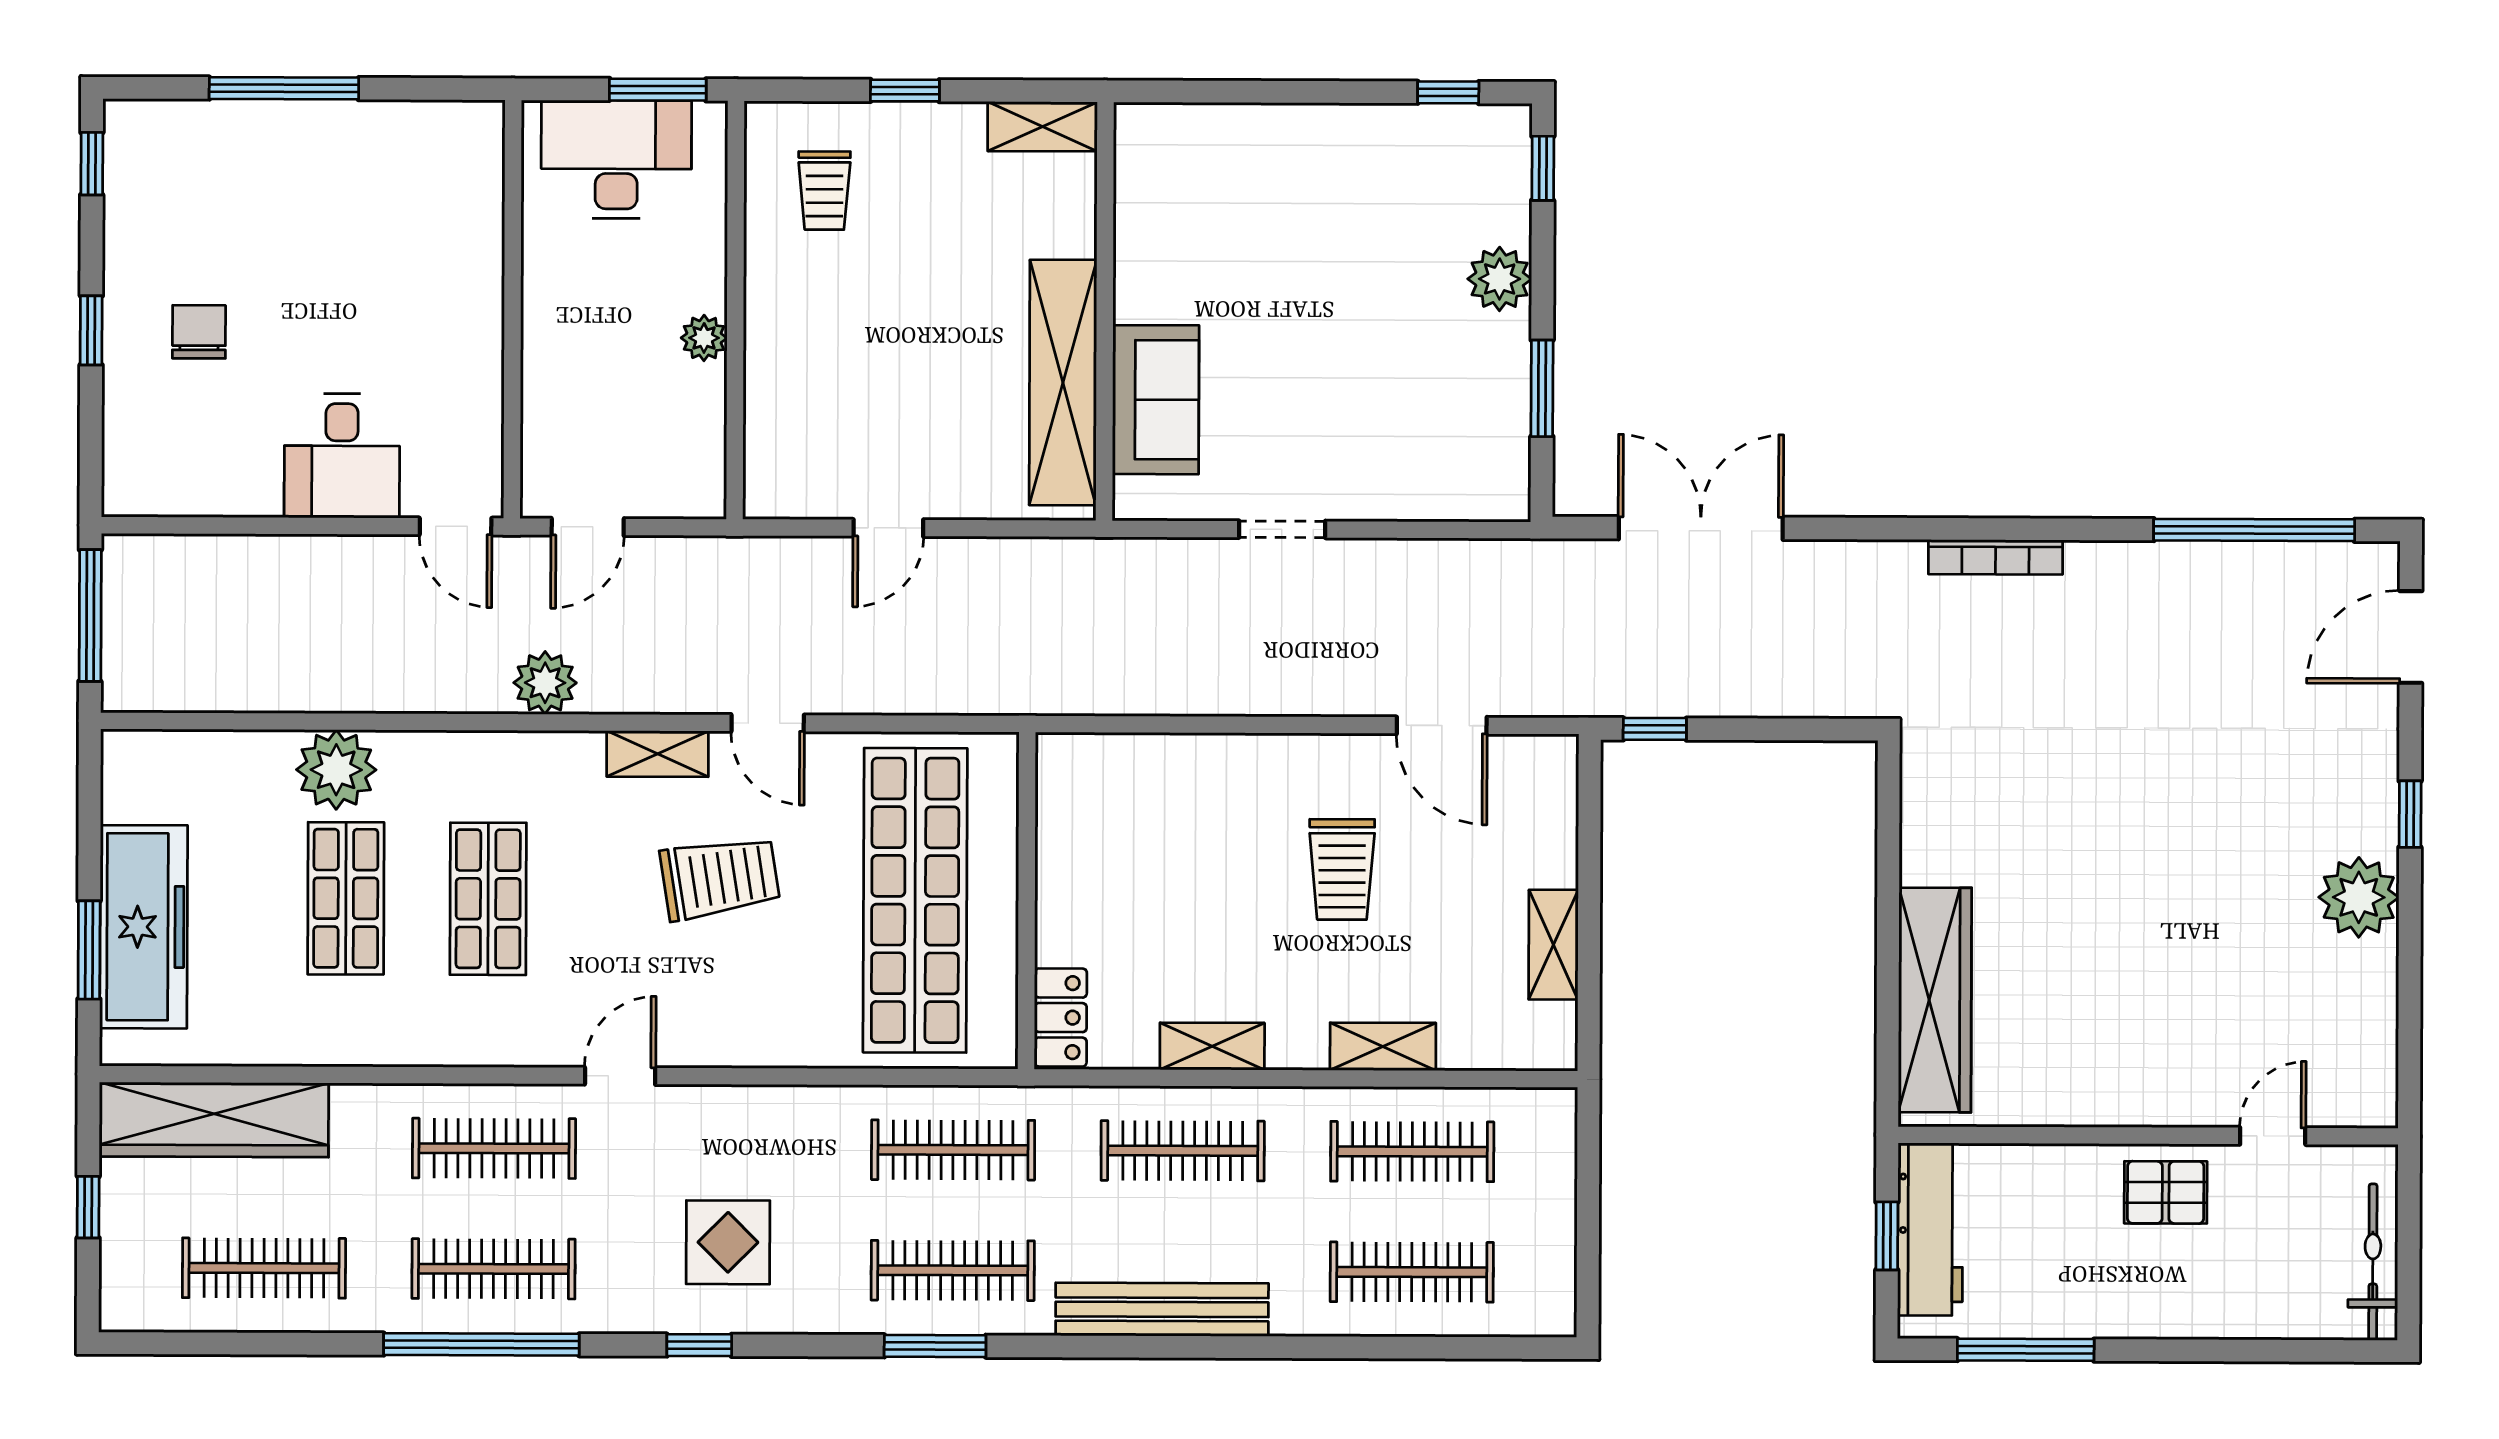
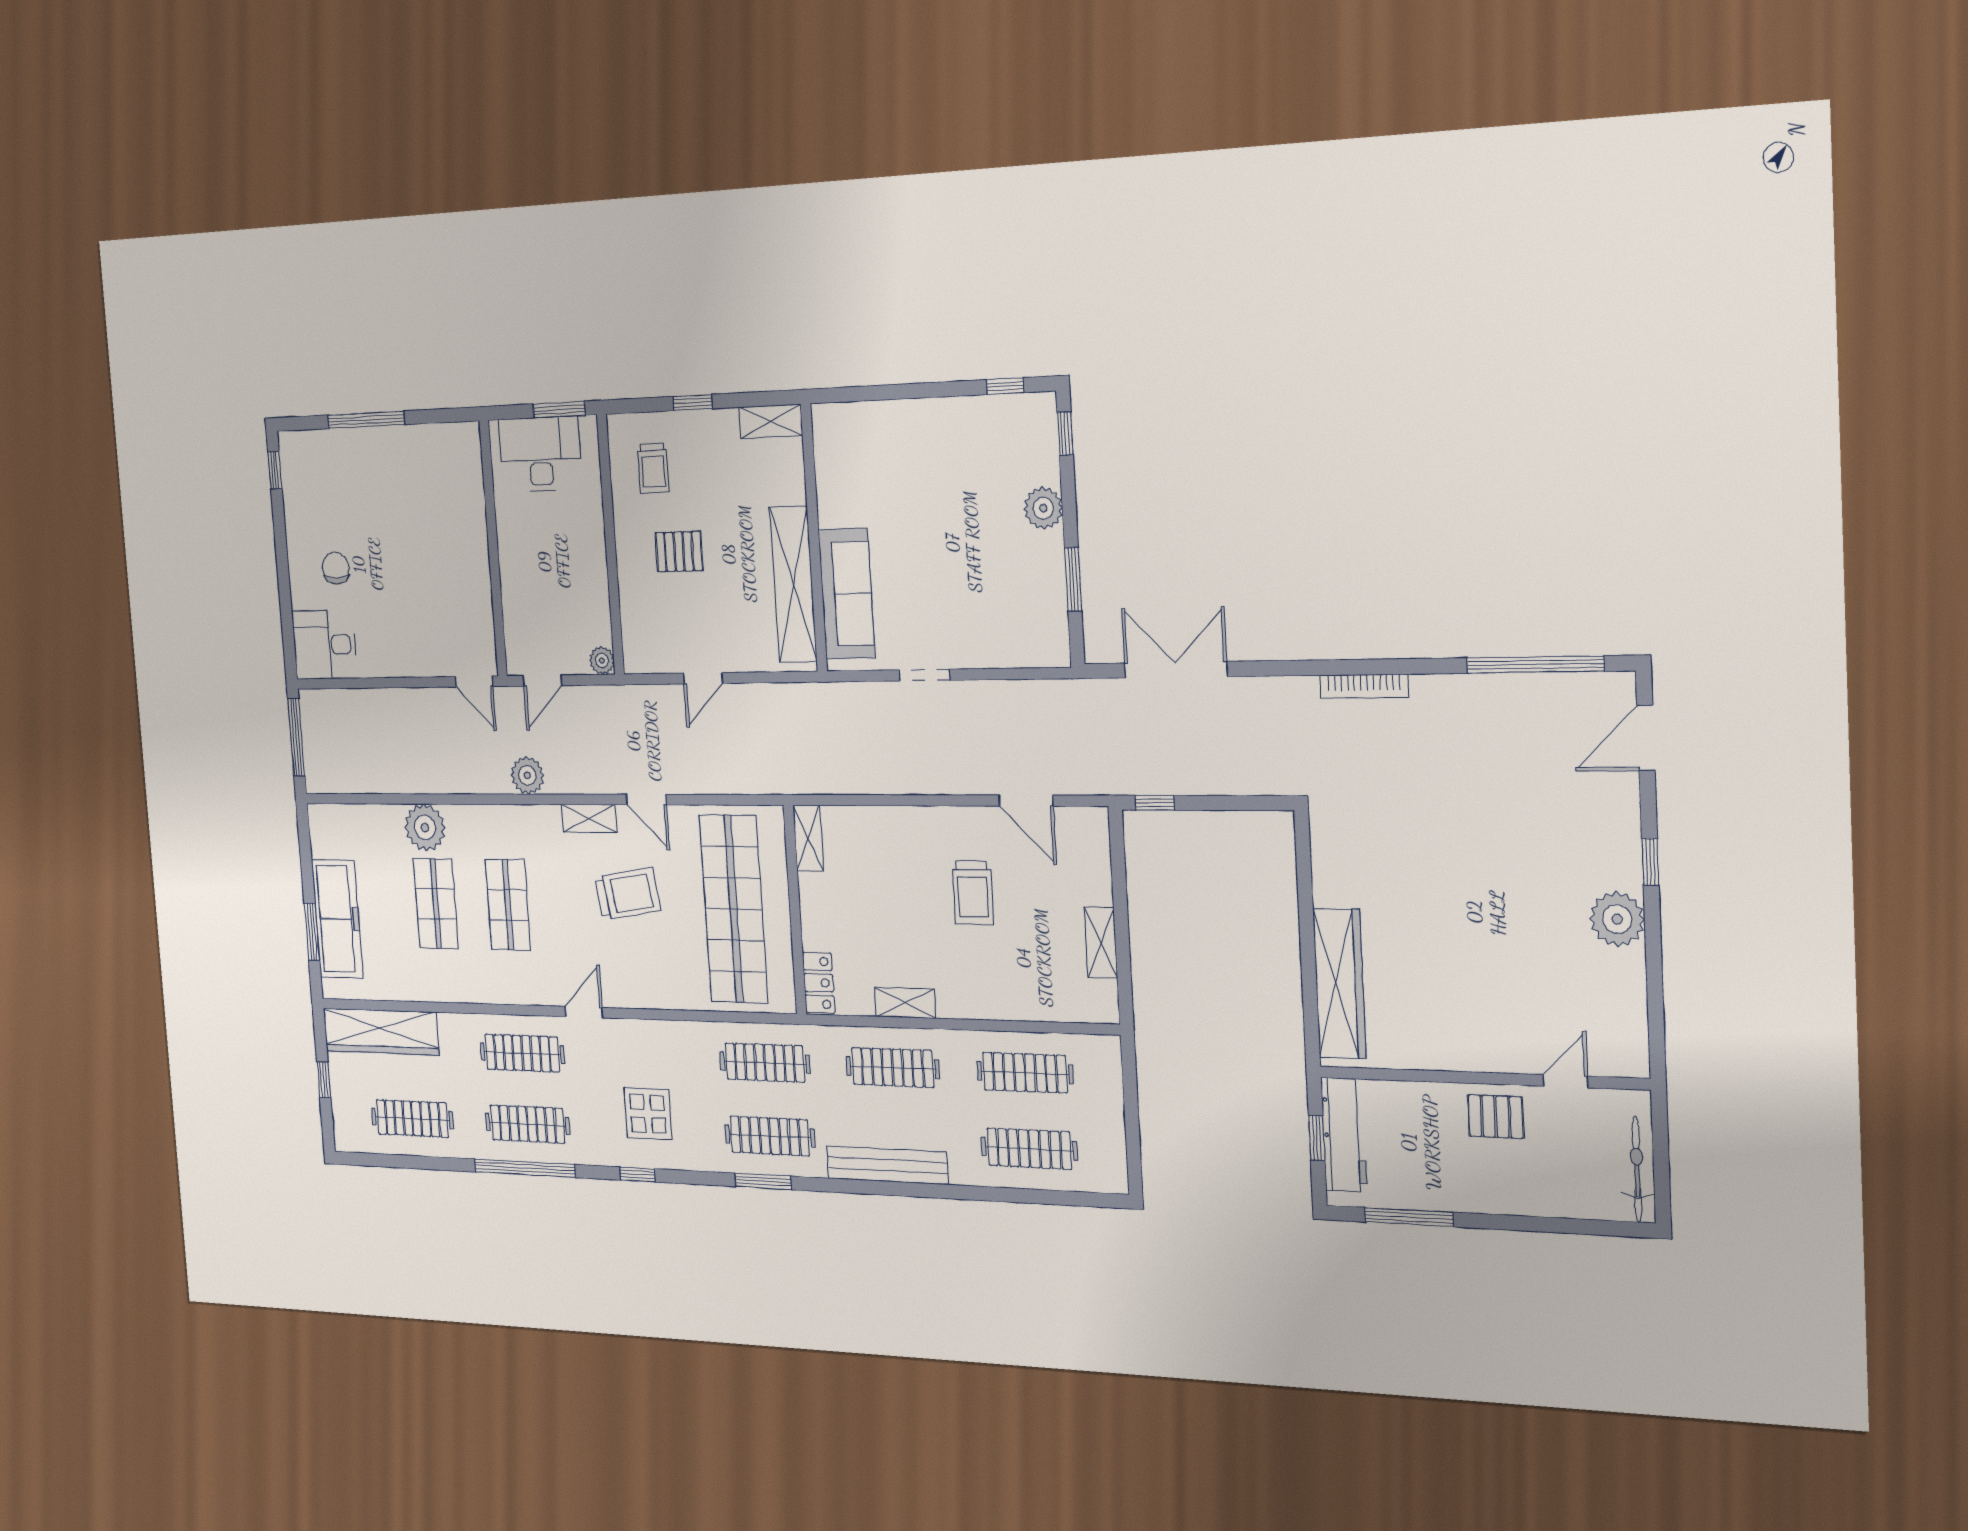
pallet: (861, 325) -> (679, 552), added
window: (91, 330) -> (283, 569), removed
plant: (704, 338) -> (602, 660), moved
sofa: (1156, 400) -> (847, 594), width x1.36
desk: (342, 456) -> (325, 645), moved, turned 90
shelving: (1383, 1047) -> (808, 838), moved, turned 90

